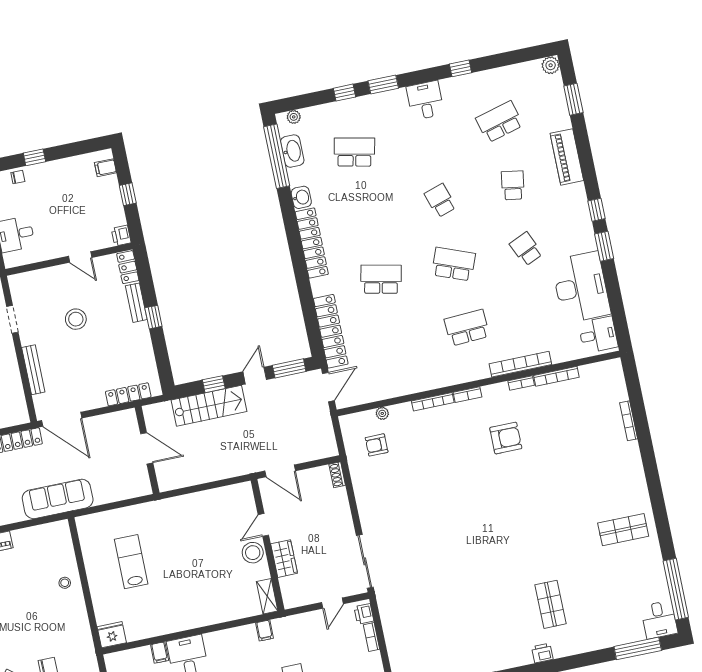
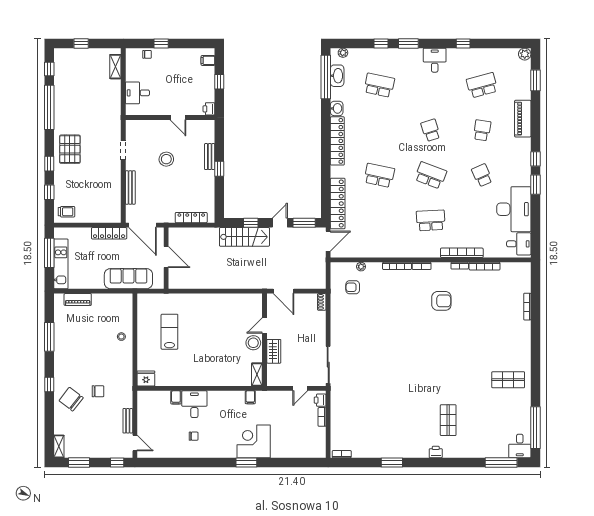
locker: (128, 267) -> (209, 131), removed
door: (147, 448) -> (166, 257), moved
wall: (147, 450) -> (166, 258), moved

